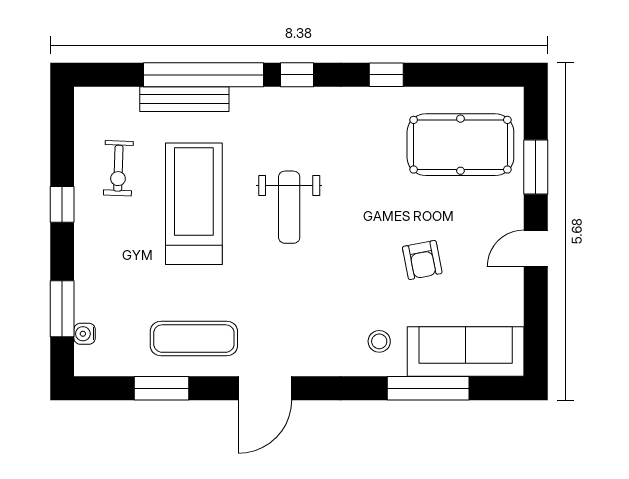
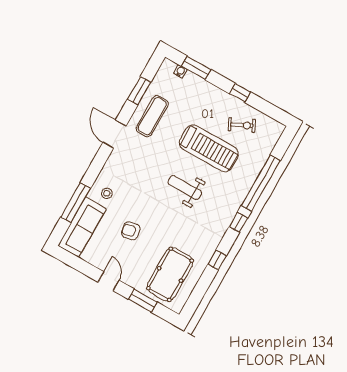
bench: (184, 99) -> (255, 169), removed
exercise bike: (118, 168) -> (242, 125), turned 152

